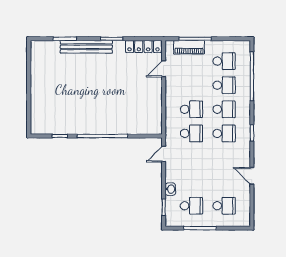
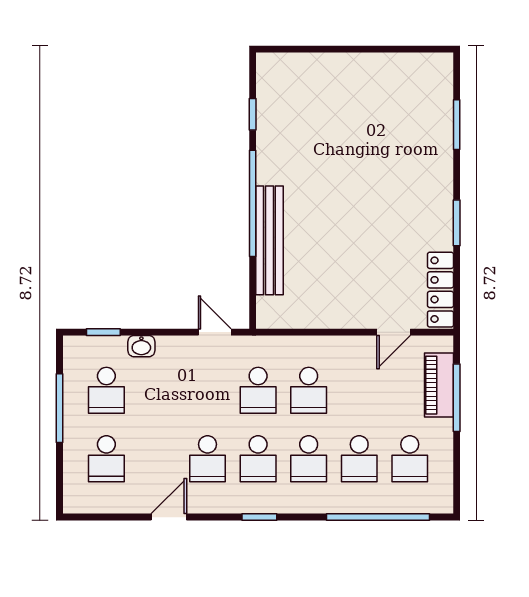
bench: (86, 47) -> (269, 240), moved
door: (164, 69) -> (394, 332), swing flipped
school desk: (224, 158) -> (208, 459), added

